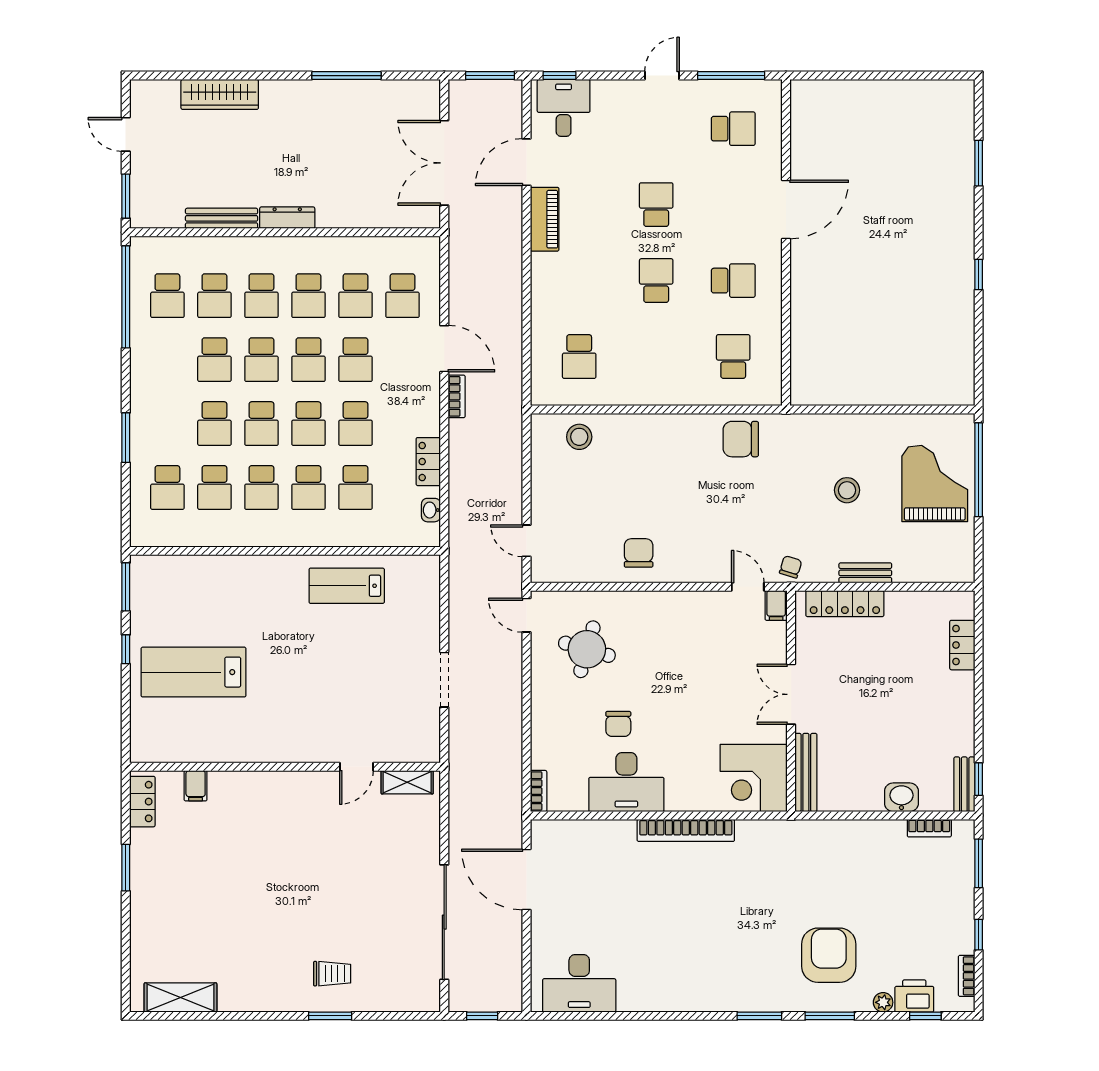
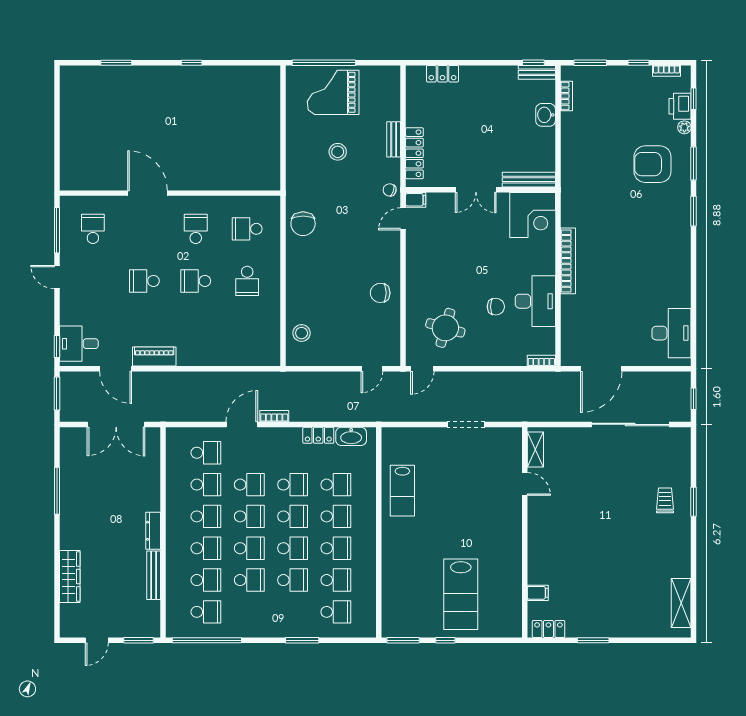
school desk: (579, 357) -> (247, 281), moved, turned 90
washbasin: (431, 510) -> (351, 436), width x1.91, depth x1.45

